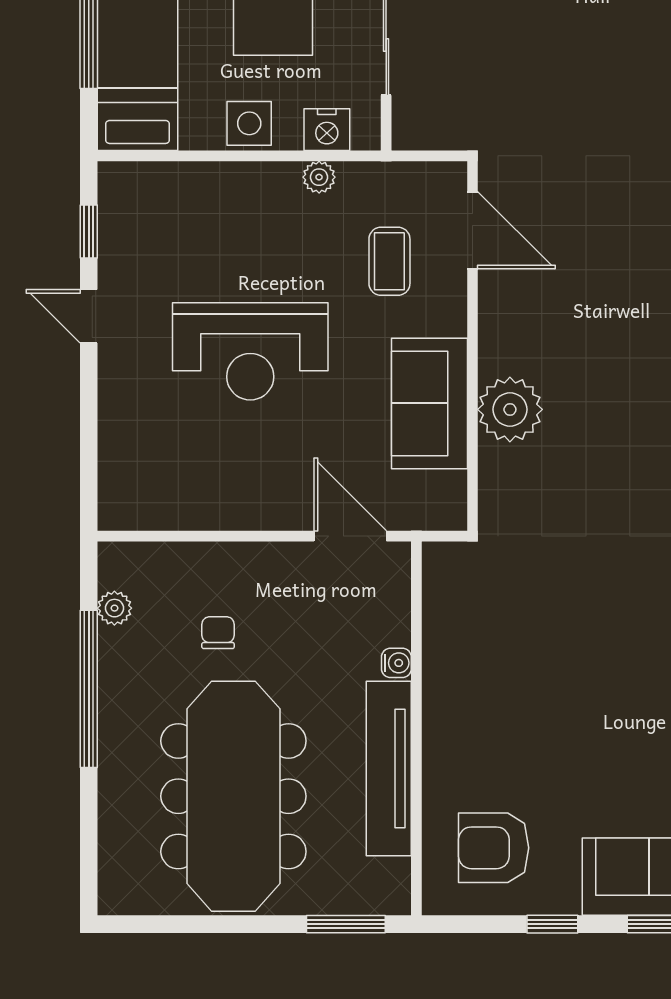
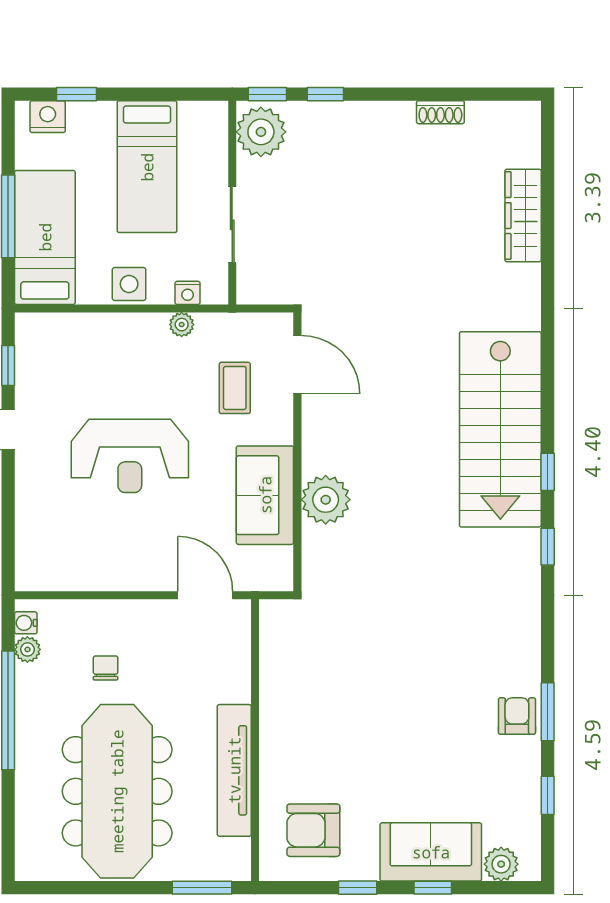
nightstand: (327, 130) -> (188, 293), width x0.72, depth x0.74
water cooler: (396, 663) -> (26, 623), moved, turned 180

